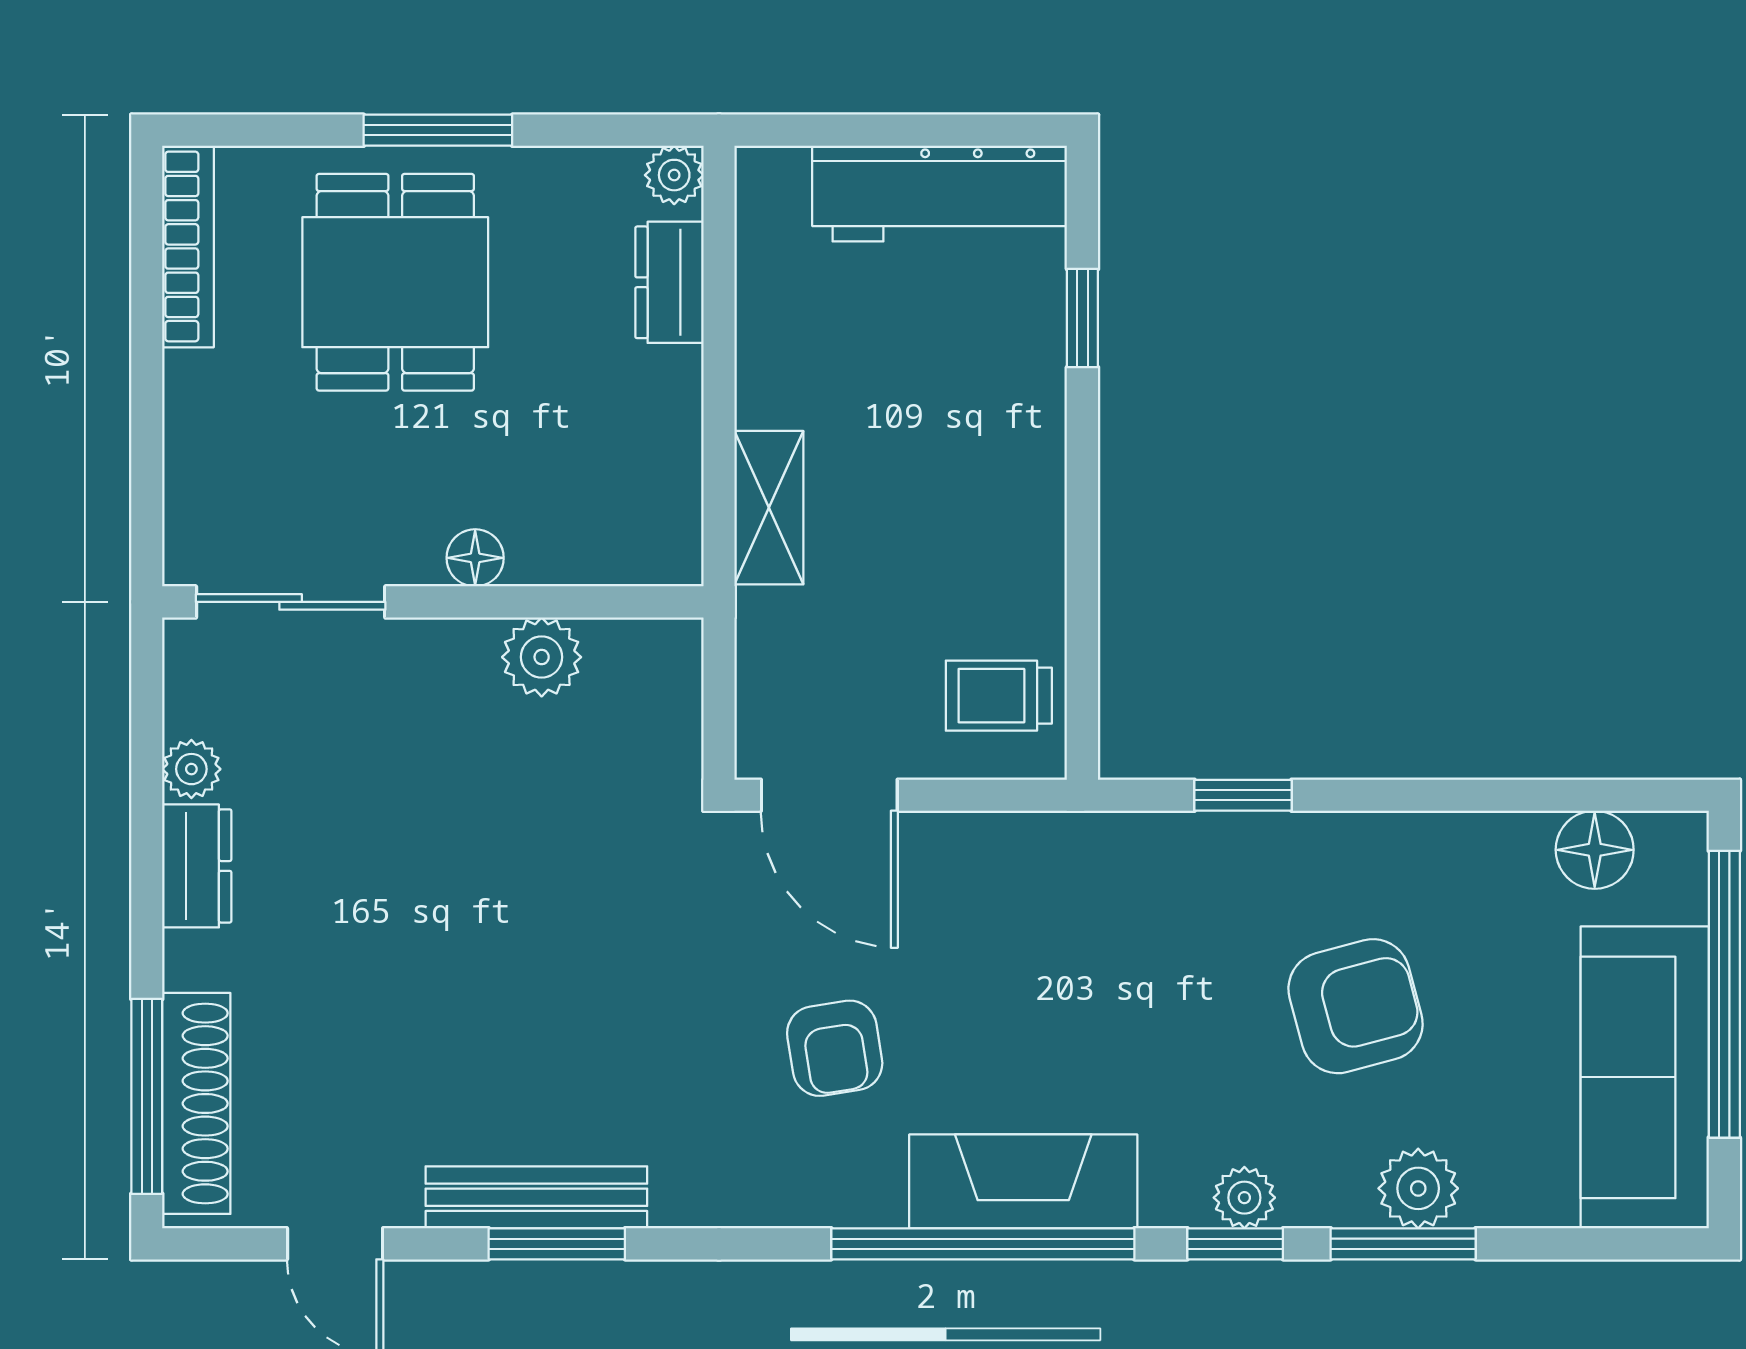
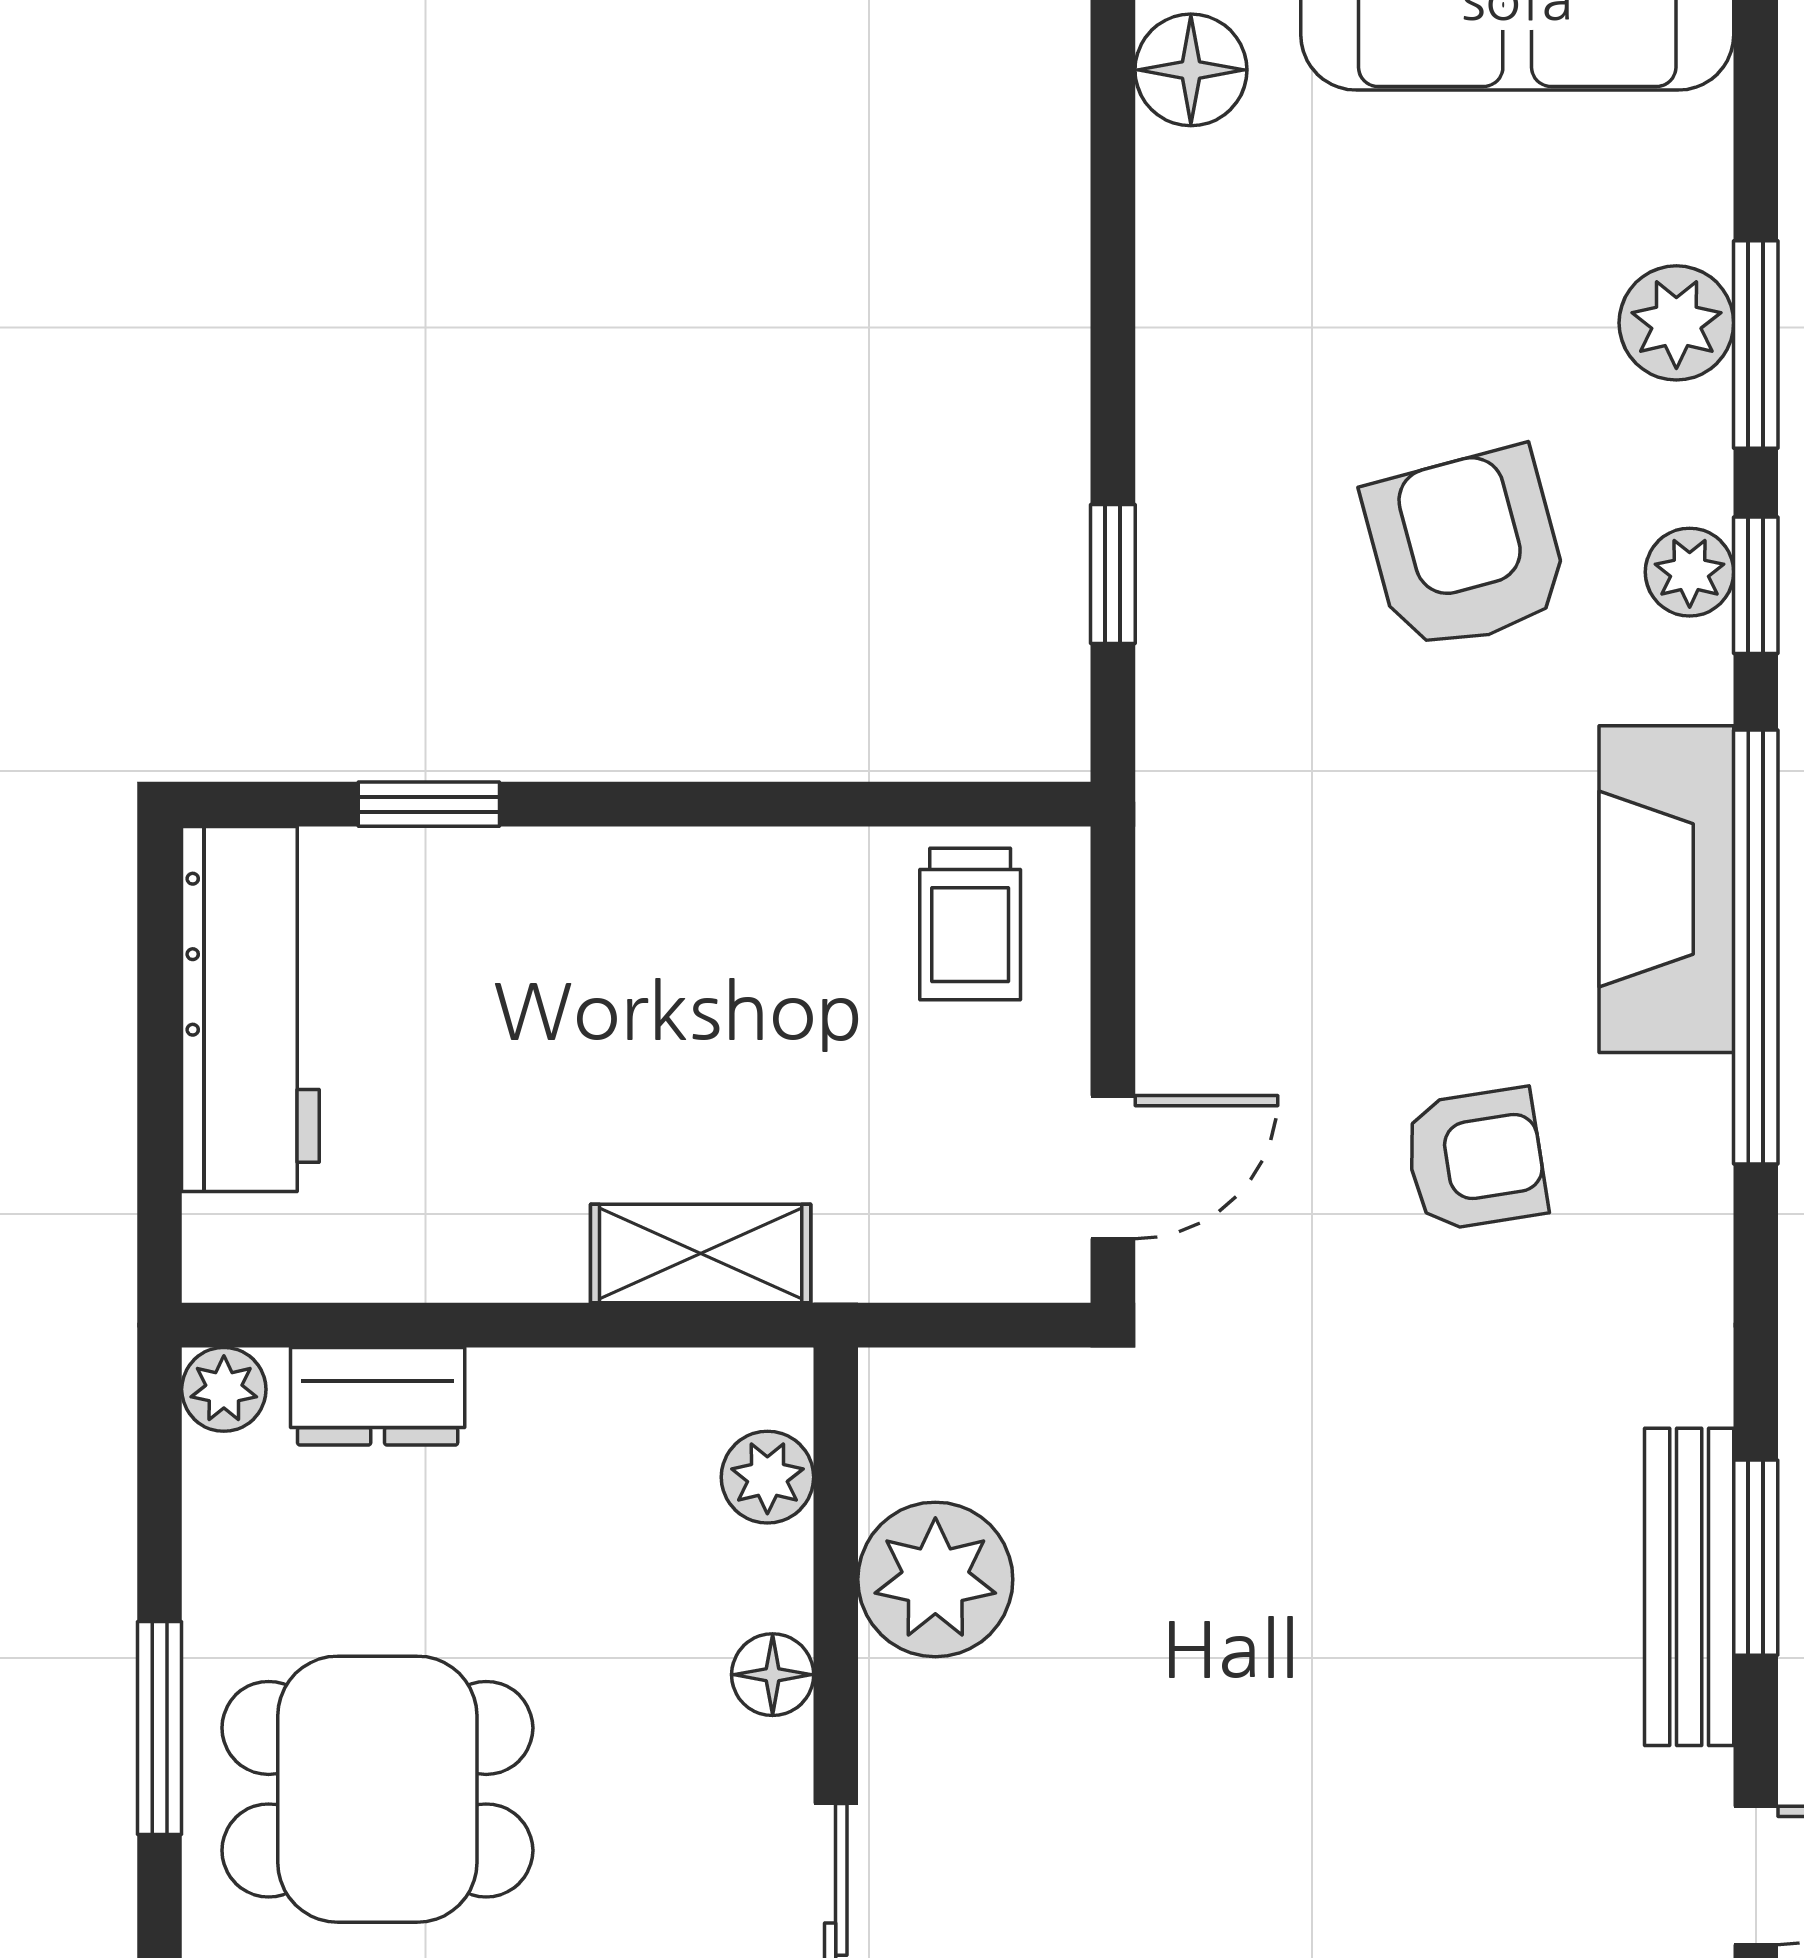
plant: (613, 554) -> (767, 1477), added
plant: (542, 657) -> (935, 1579), width x1.36, depth x1.36
door: (829, 795) -> (1113, 1167), width x0.73
armchair: (1356, 1006) -> (1466, 549), moved

